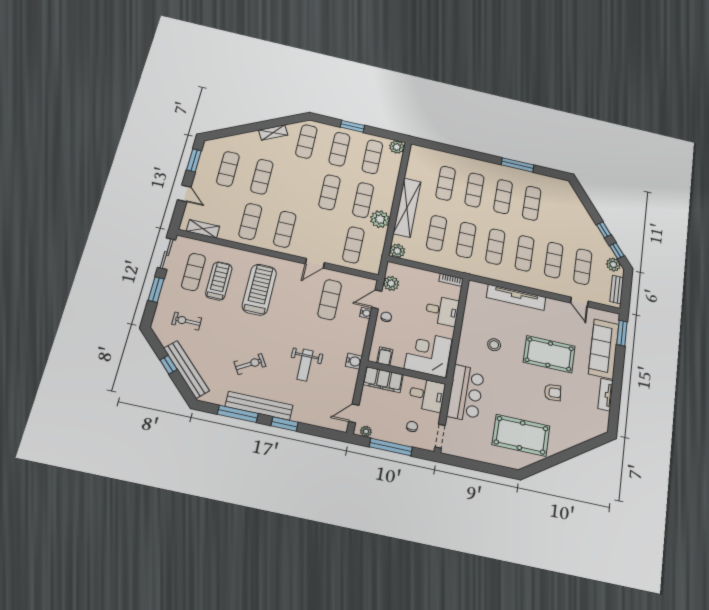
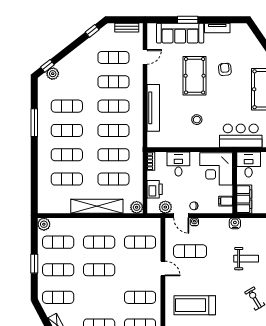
plant: (380, 219) -> (113, 226), removed
window: (604, 230) -> (47, 66), moved
plant: (613, 265) -> (53, 74), moved
printer: (416, 276) -> (155, 189), added
window: (622, 333) -> (188, 20), moved

